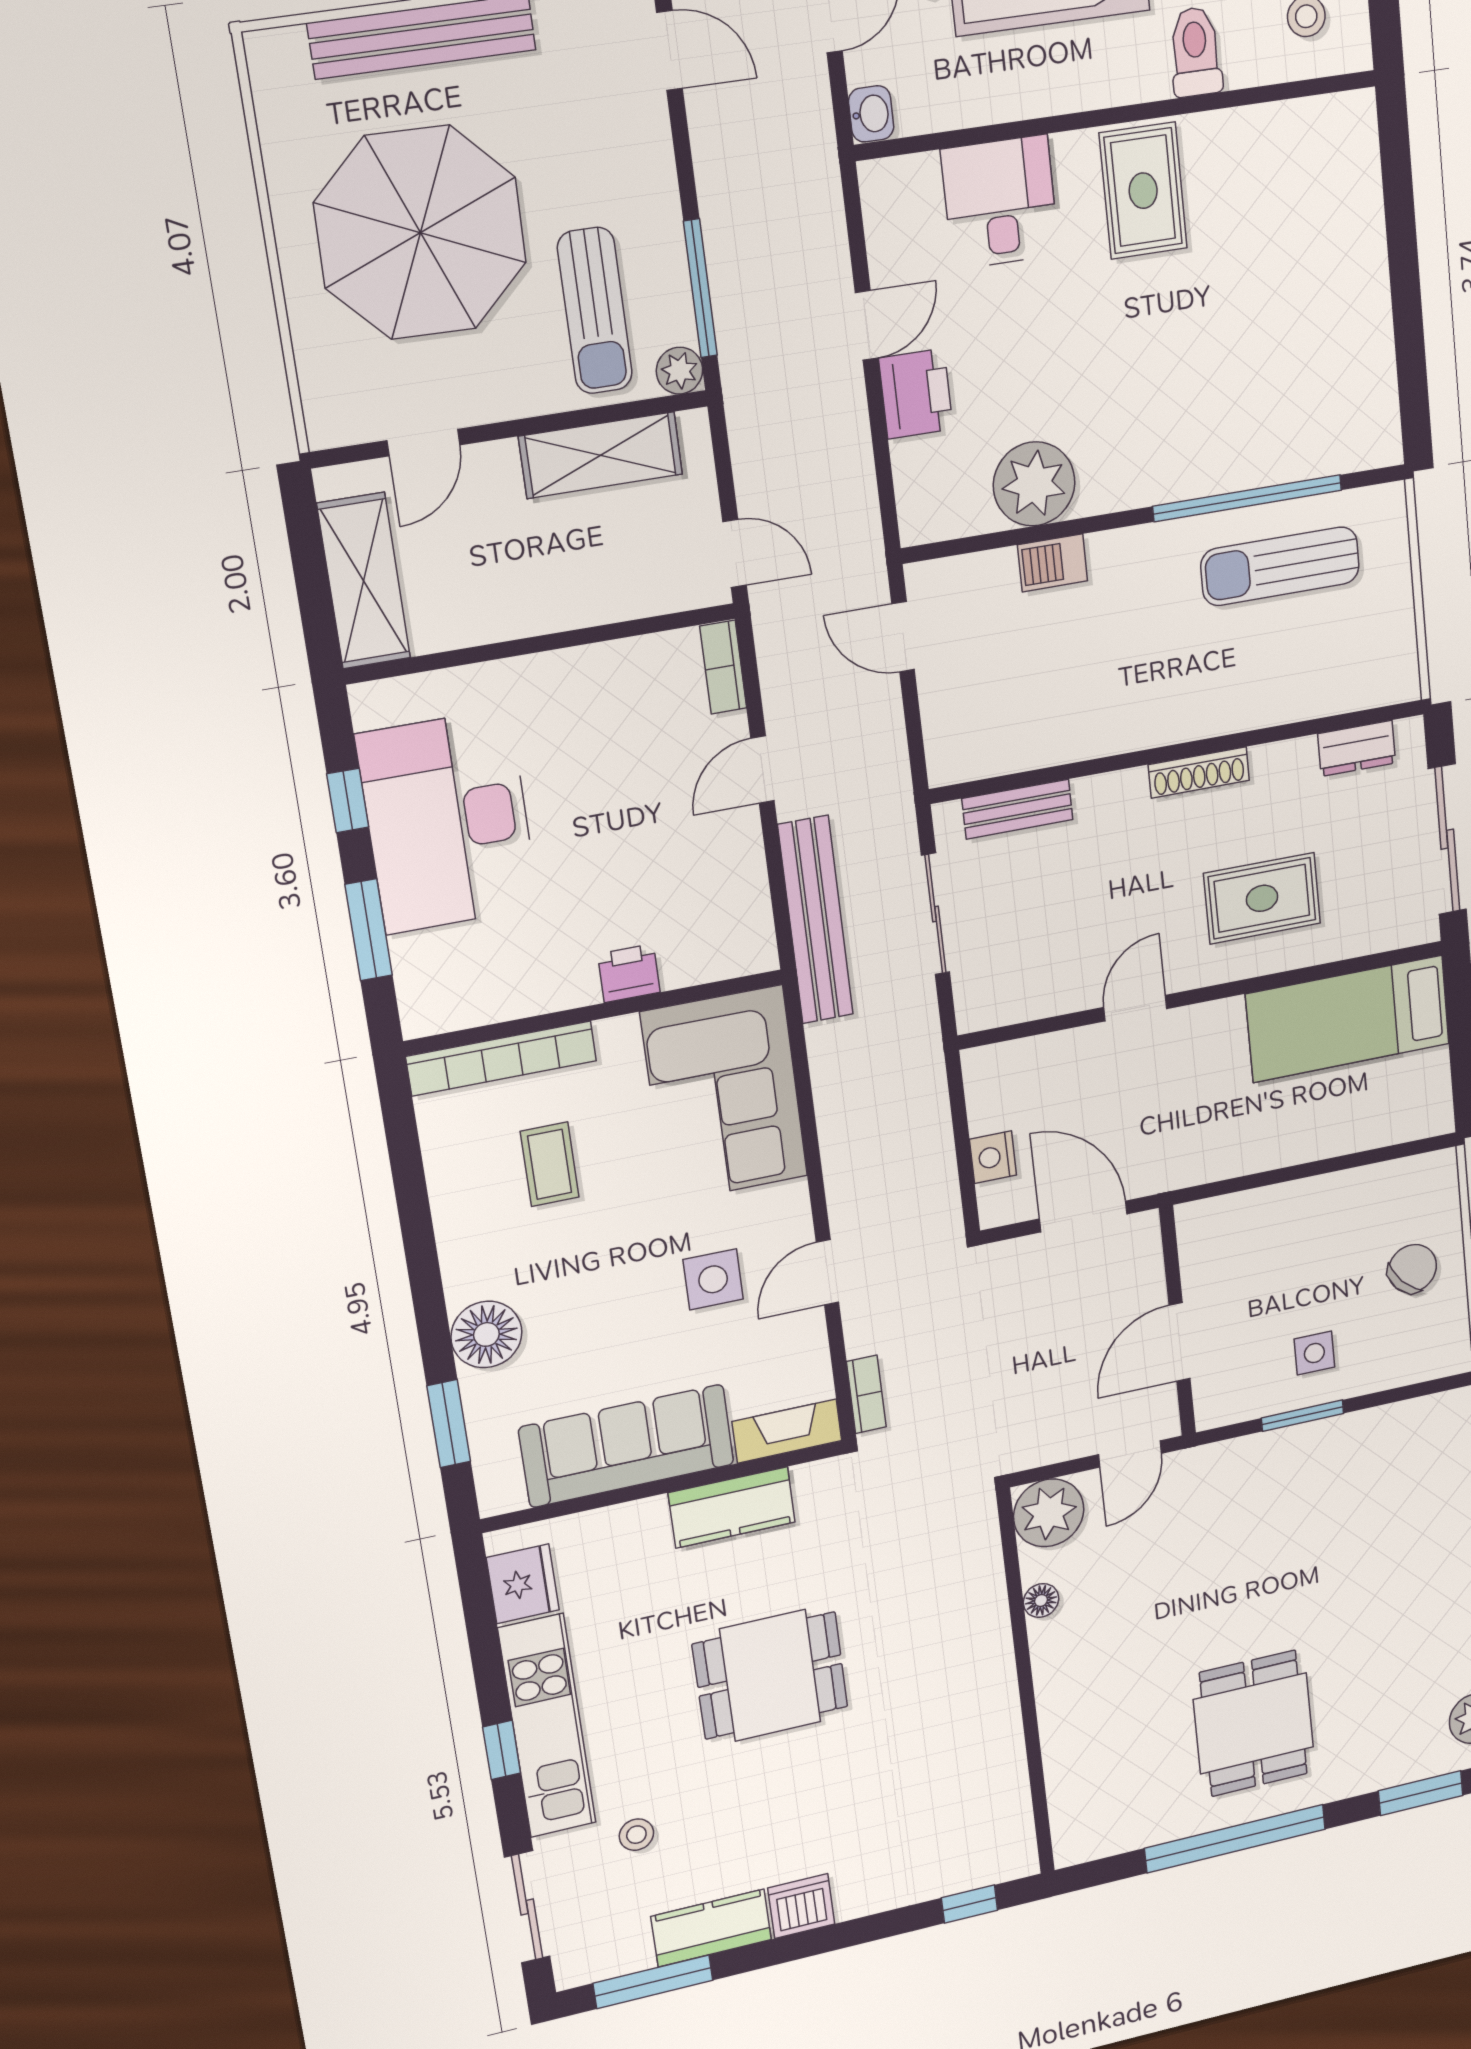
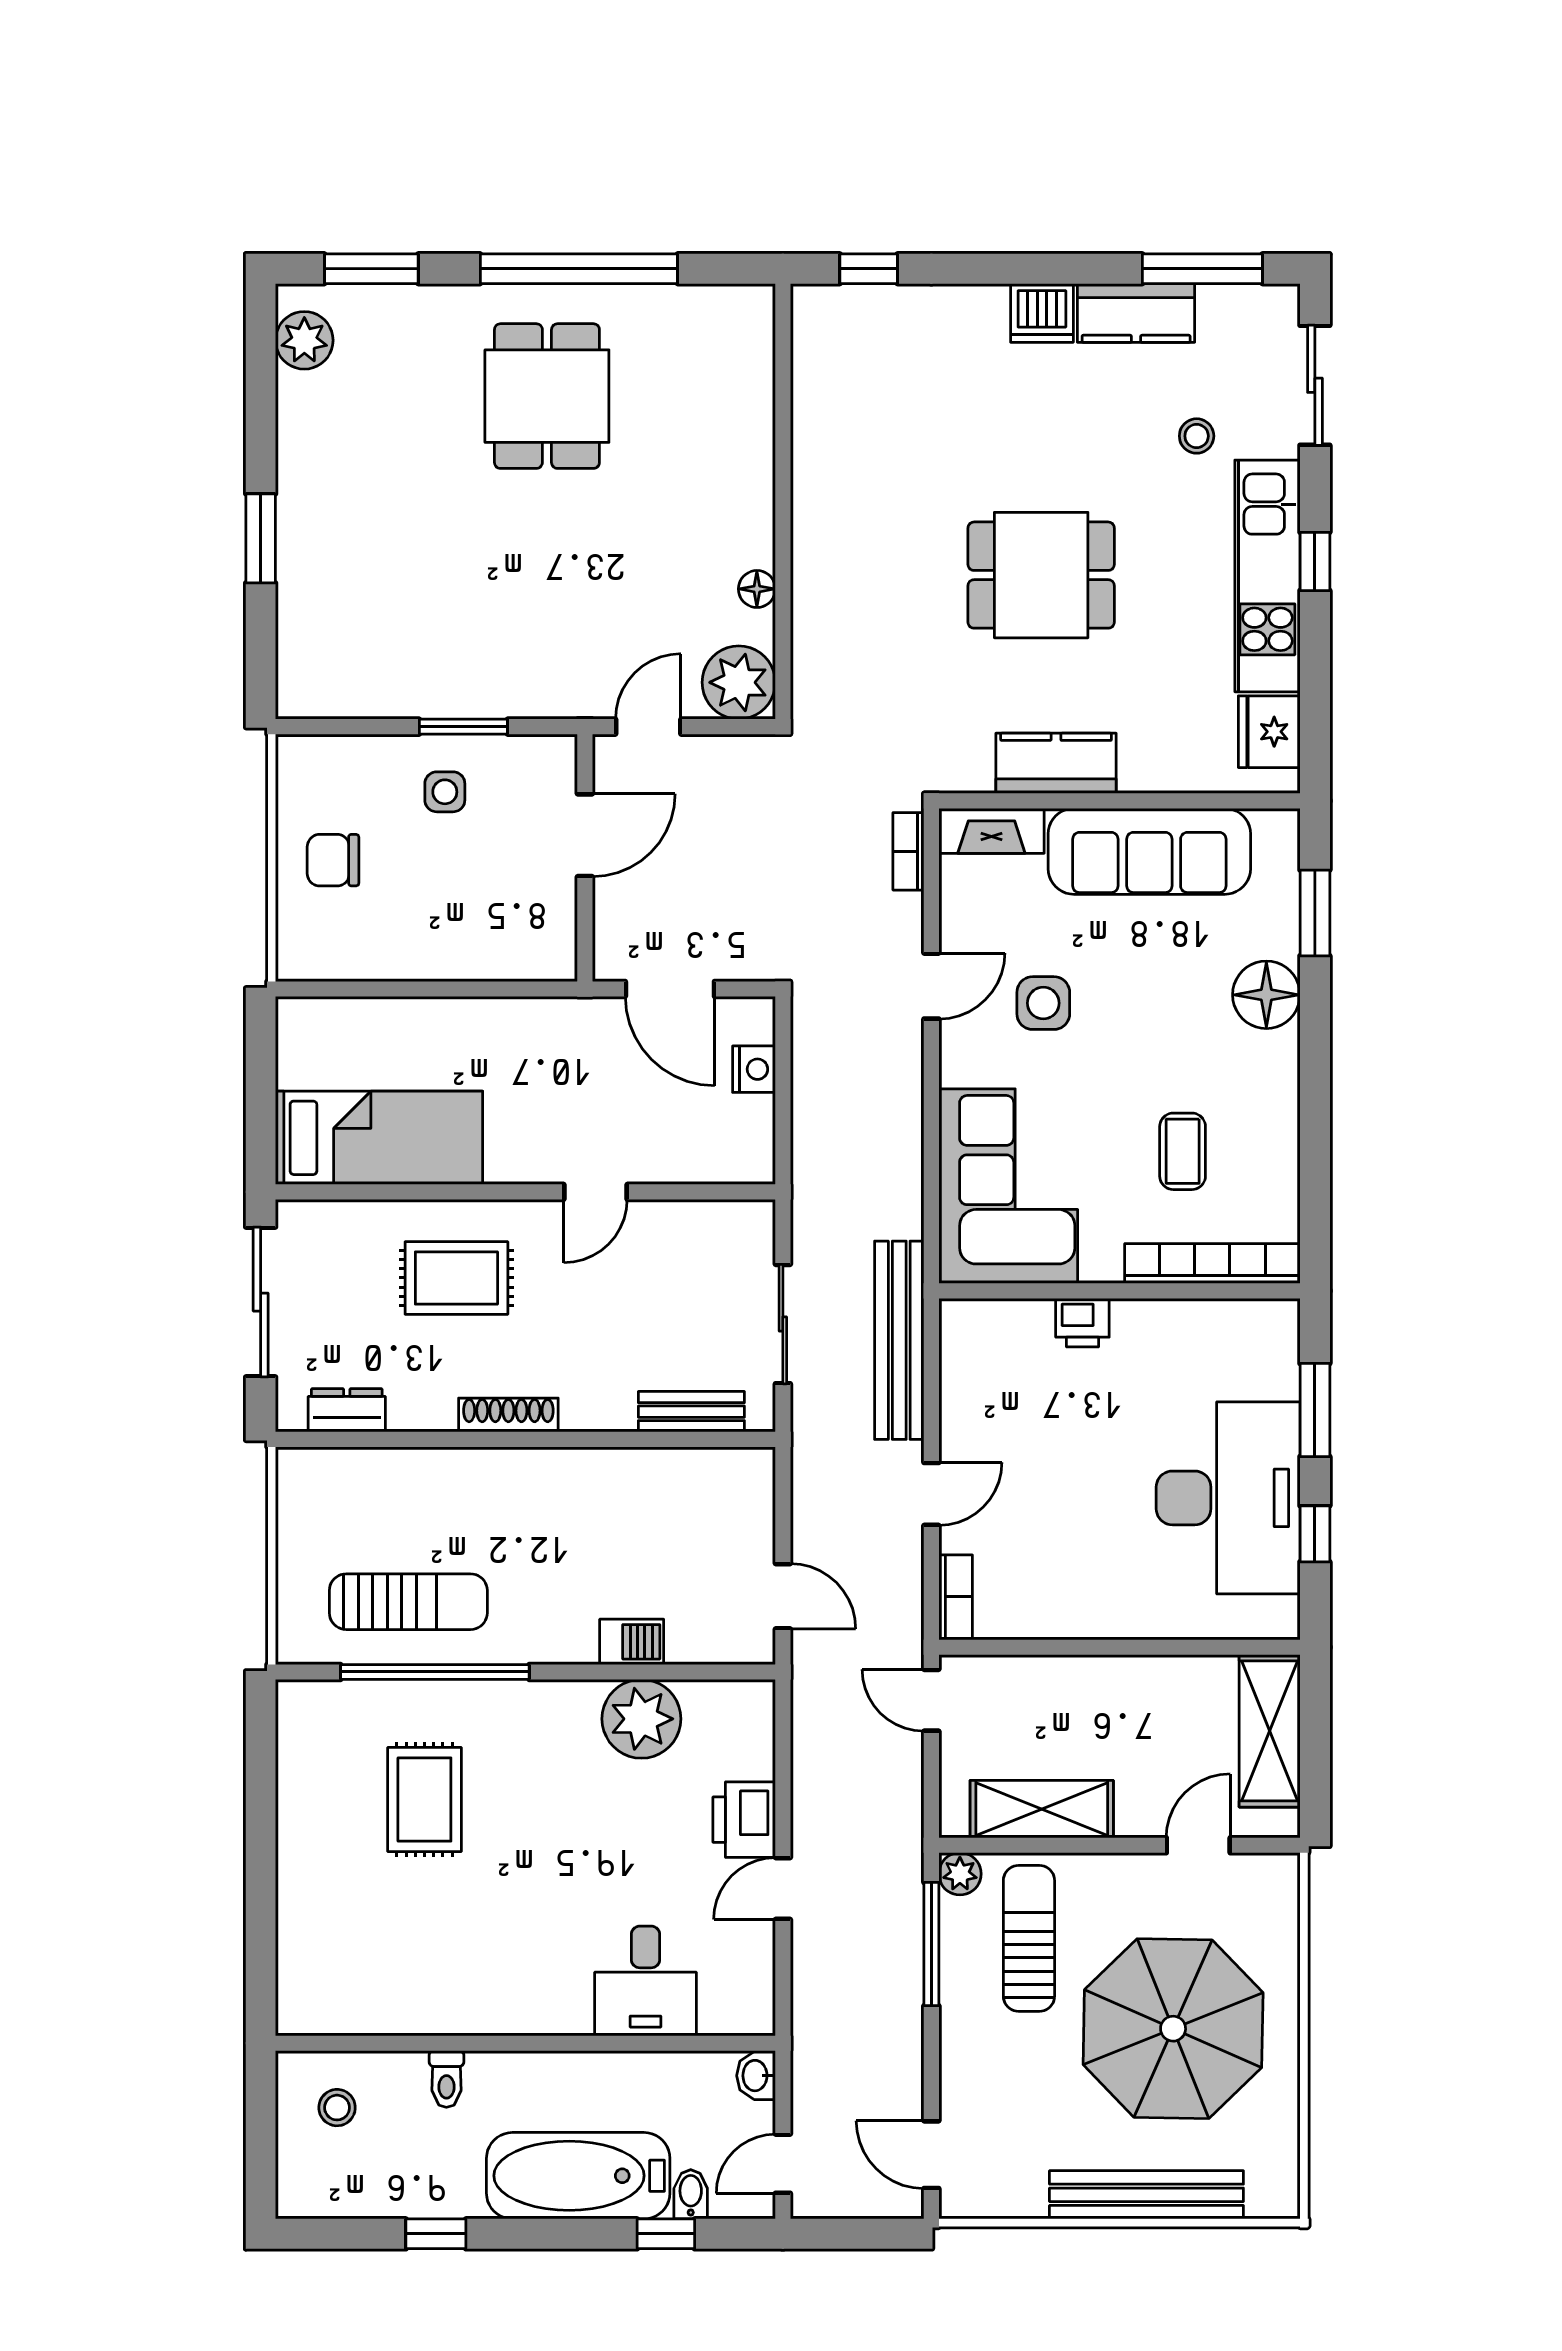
toilet: (1195, 52) -> (446, 2079), width x0.73, depth x0.72
rug: (1143, 191) -> (424, 1800), moved
chair: (1412, 1269) -> (333, 860), turned 42

